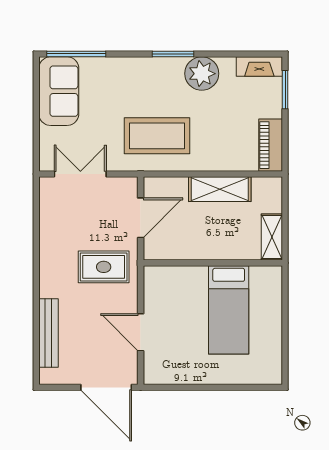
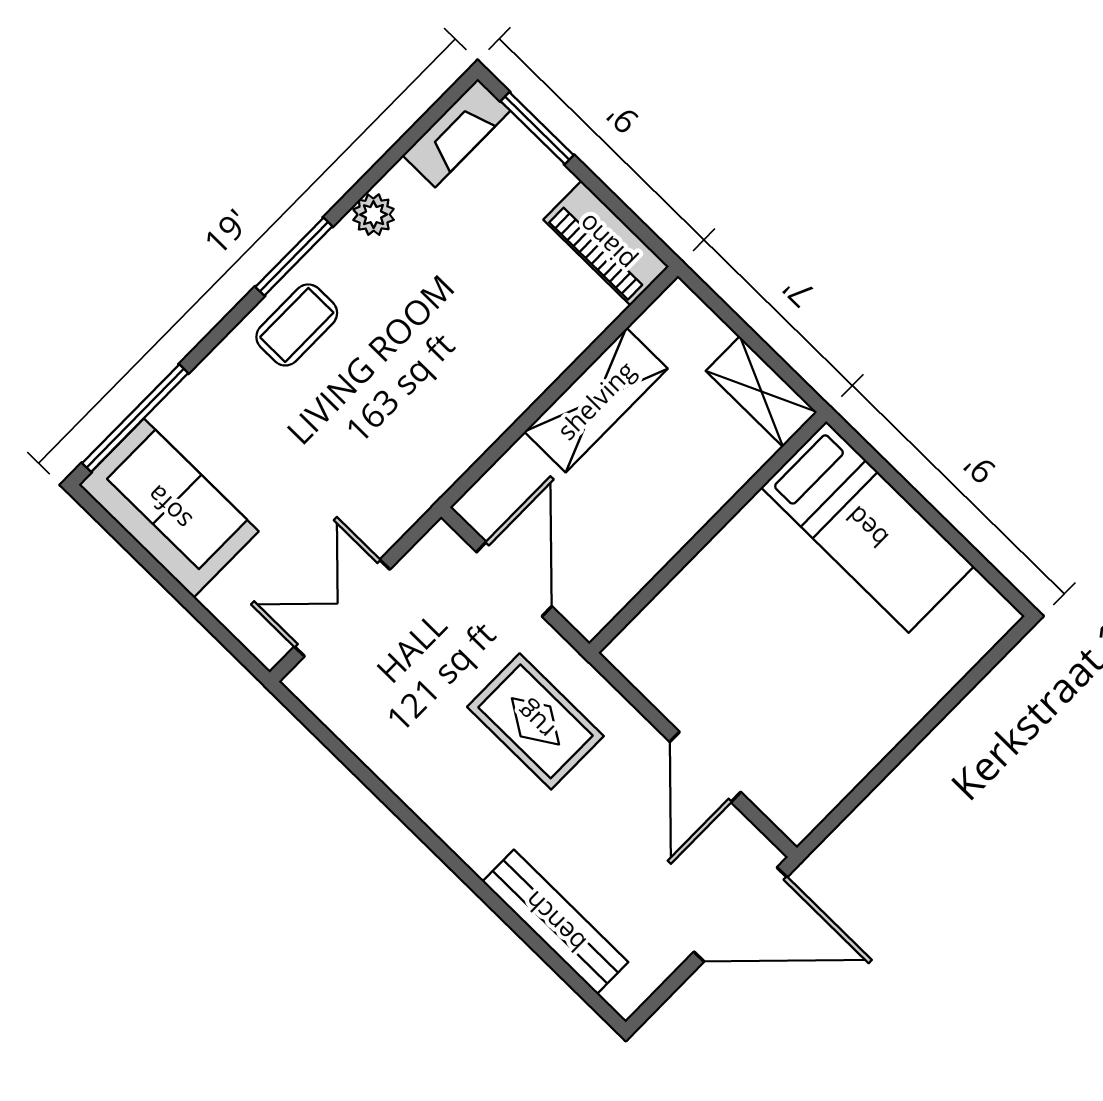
plant: (202, 74) -> (374, 215), width x0.53, depth x0.53
coffee table: (157, 136) -> (297, 325), moved, width x0.54, depth x0.58
rug: (104, 267) -> (535, 721), turned 90
bed: (229, 310) -> (867, 527), moved
door: (141, 332) -> (705, 767), hinge flipped

